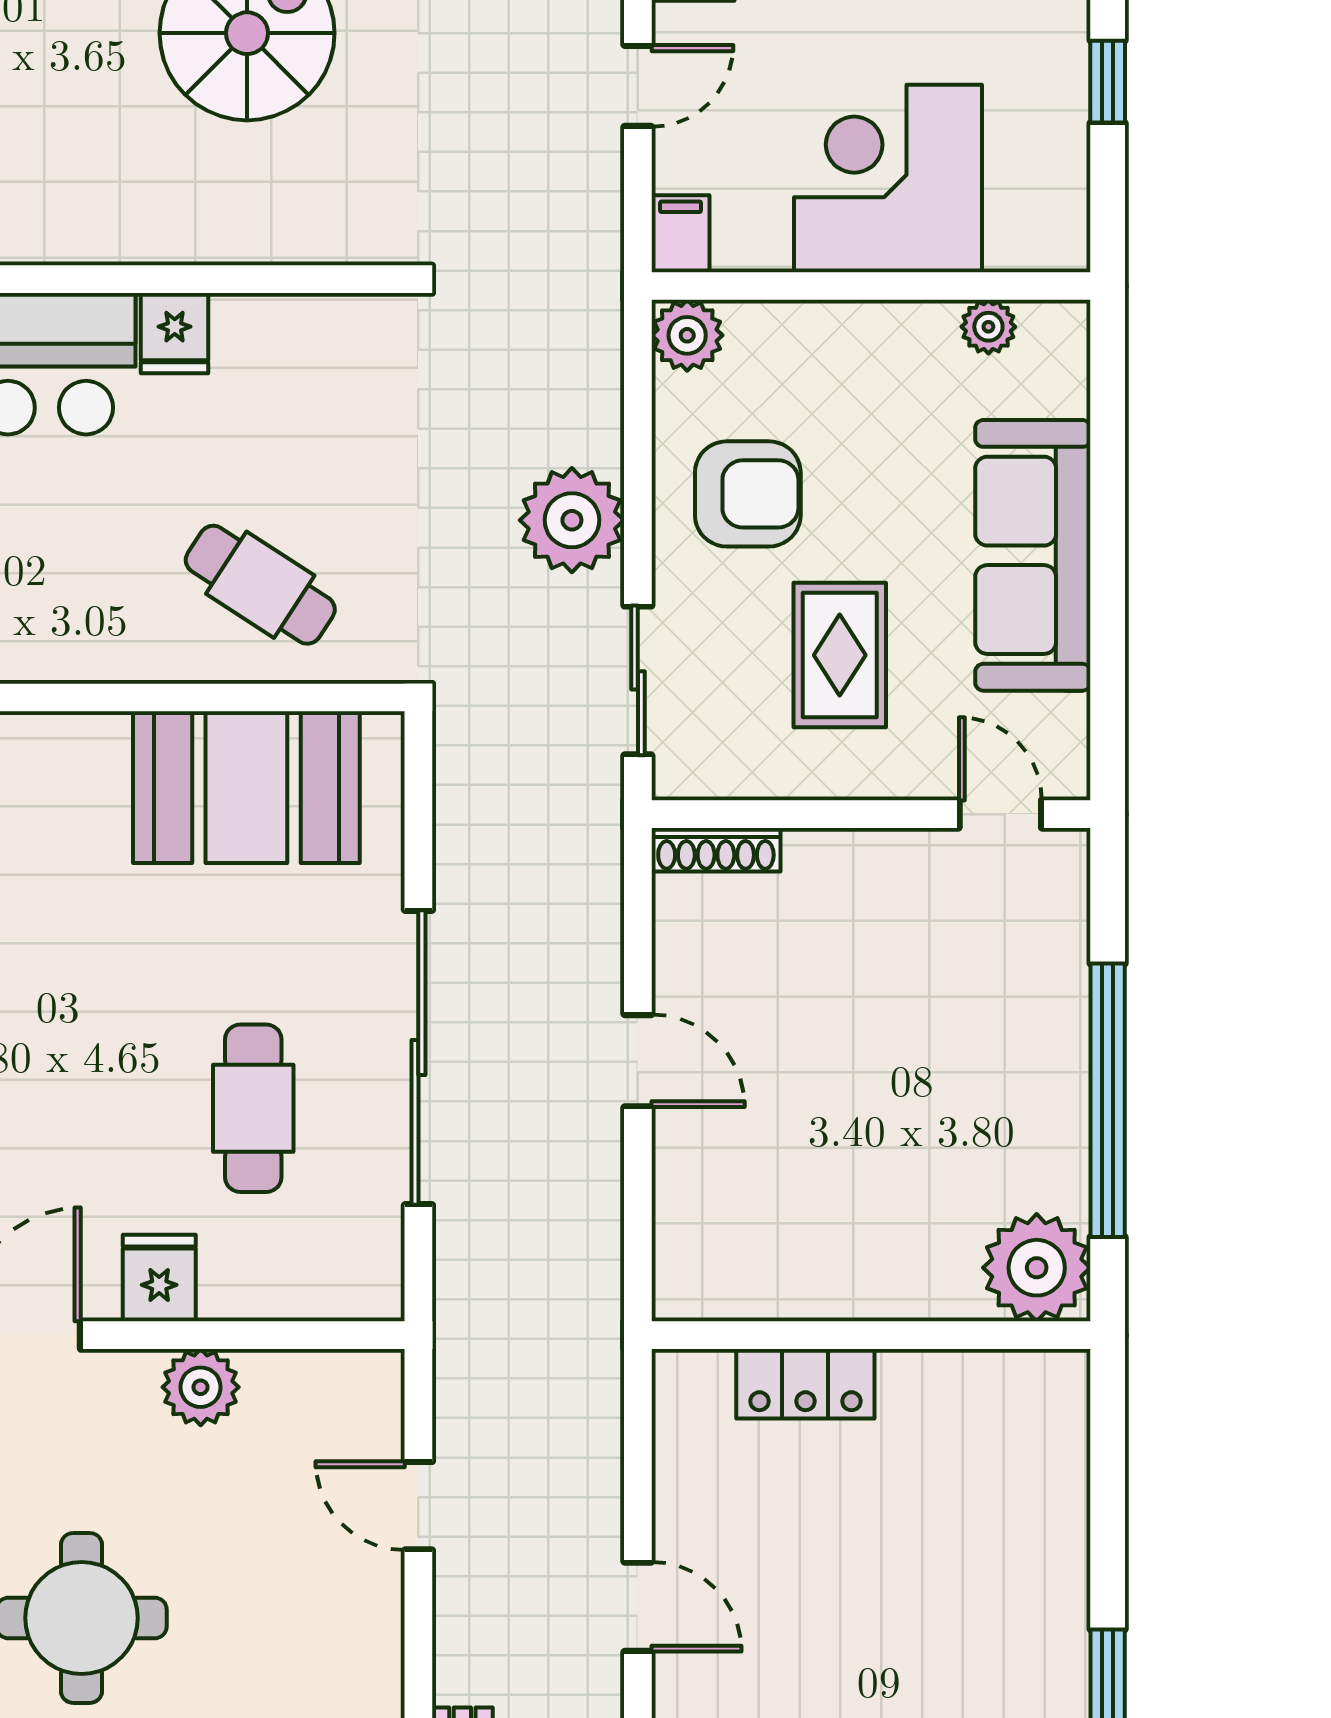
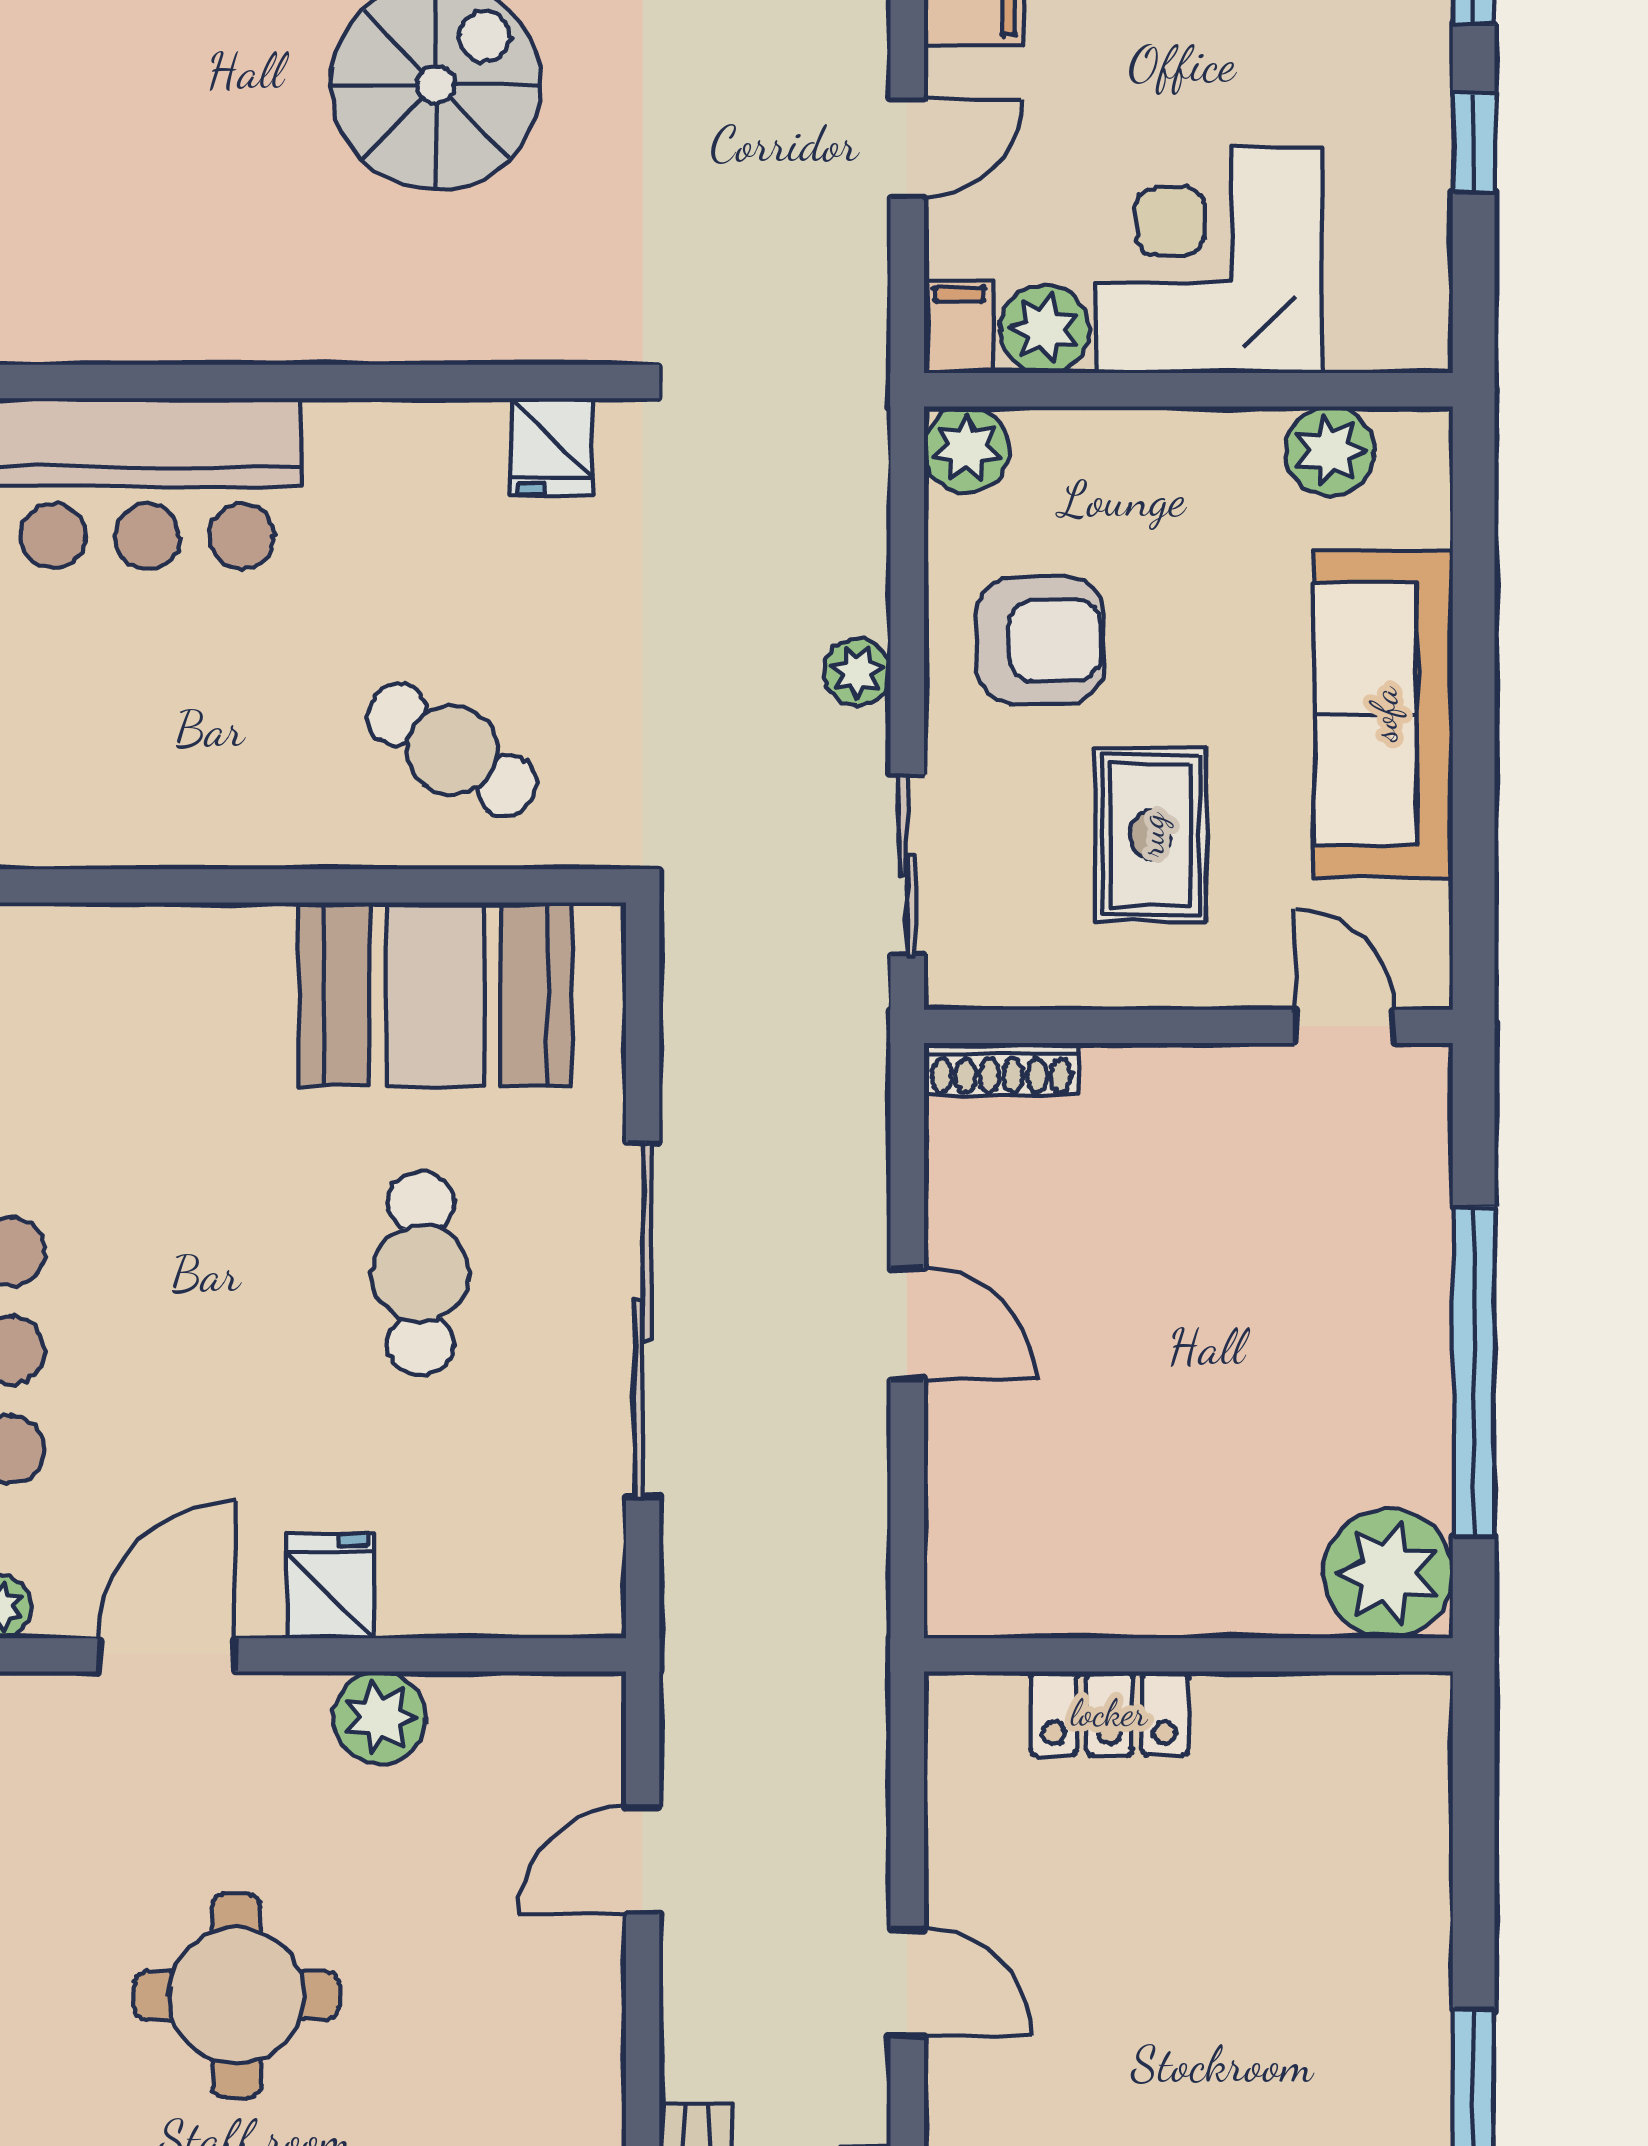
plant: (752, 236) -> (1045, 329), added
plant: (988, 327) -> (1330, 451), width x1.38, depth x1.38
fridge: (175, 333) -> (552, 446), moved
plant: (572, 520) -> (857, 672), width x0.53, depth x0.53
cafe table: (253, 1108) -> (421, 1274), moved
door: (418, 1506) -> (643, 1860), hinge flipped

